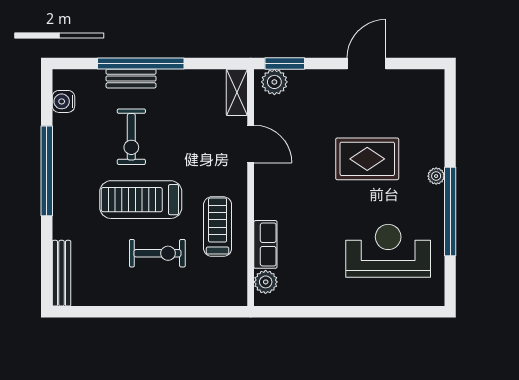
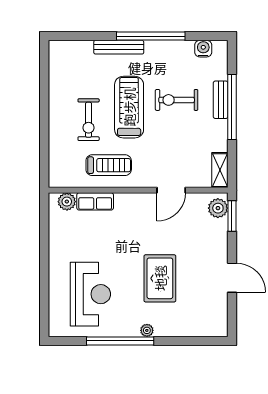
shelving: (237, 92) -> (220, 170), moved, turned 90
bench: (62, 273) -> (119, 47), moved

